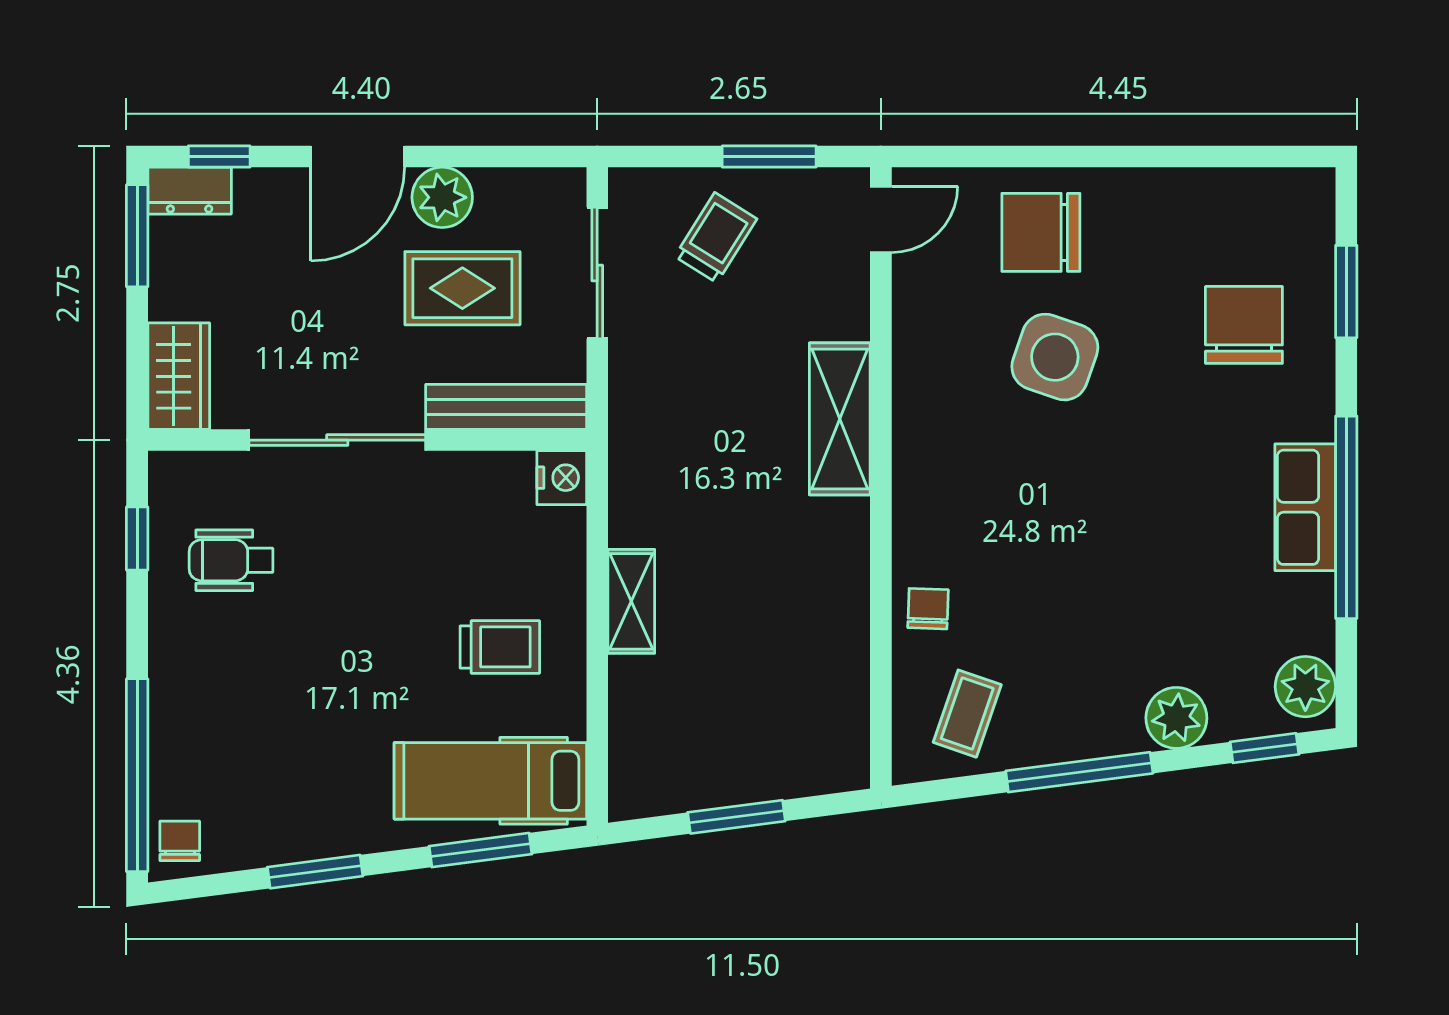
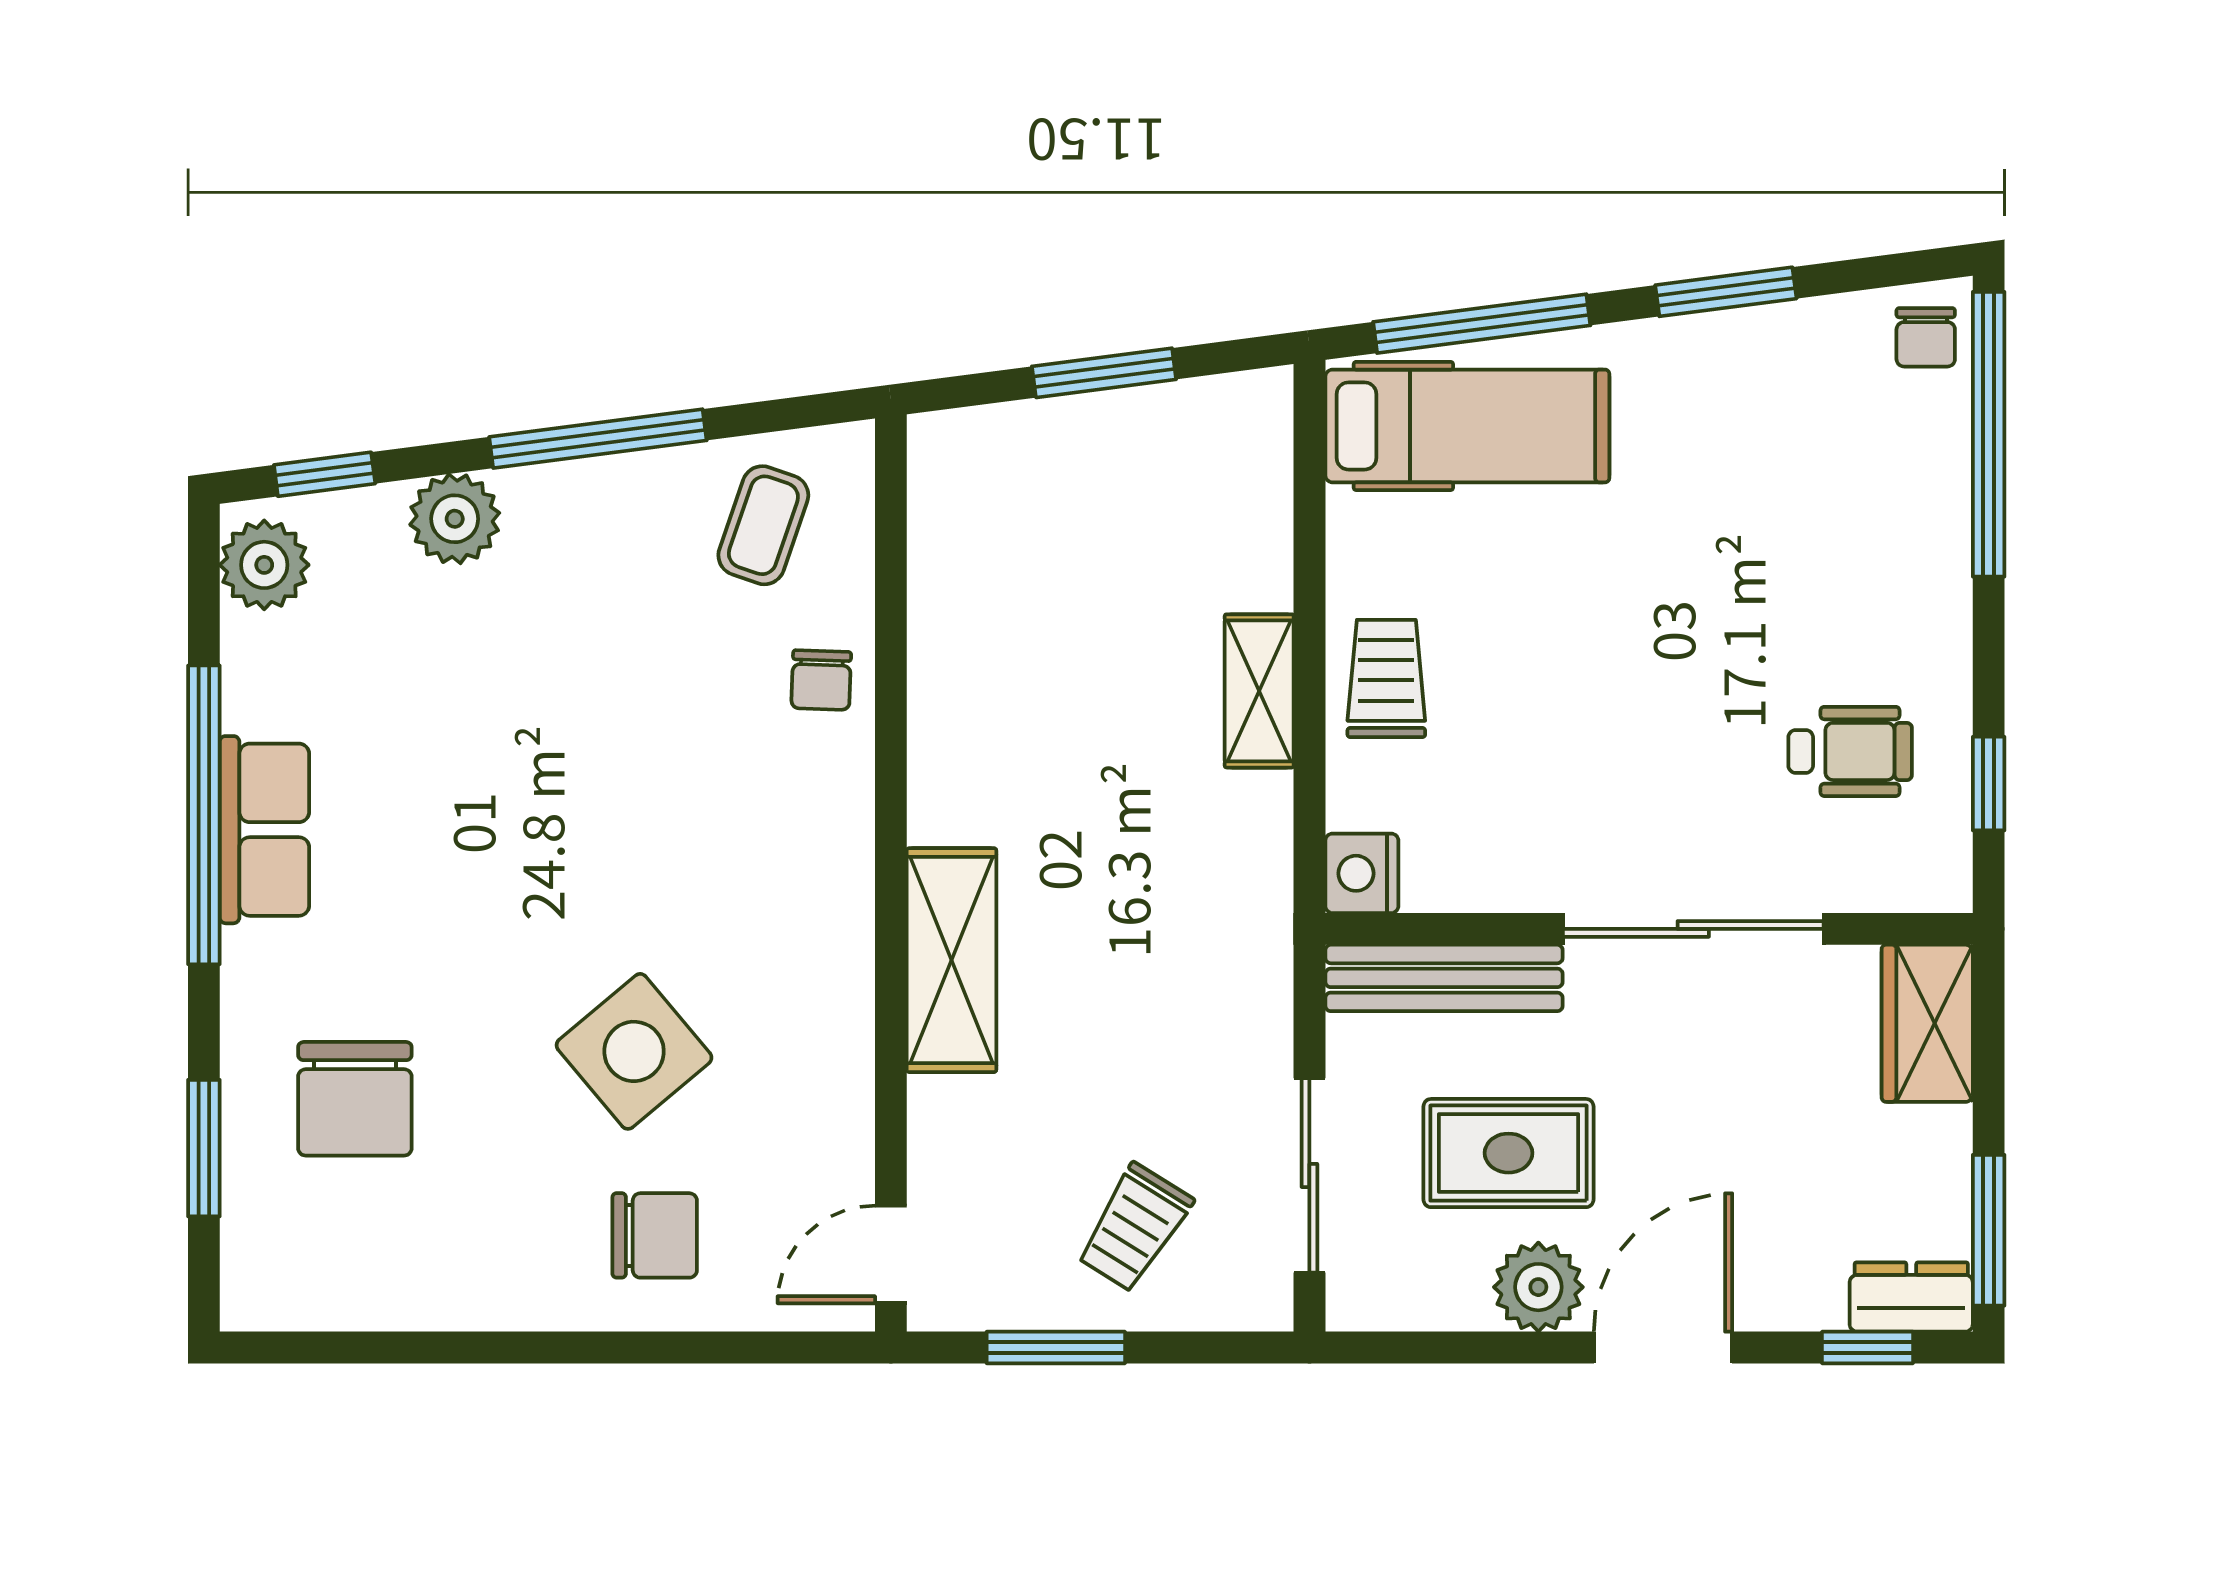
chair: (1041, 232) -> (655, 1235), width x0.73, depth x0.73
side table: (1055, 357) -> (634, 1051), turned 31
trolley: (500, 647) -> (1386, 679), moved, turned 90
window: (481, 850) -> (1482, 324), width x1.44

